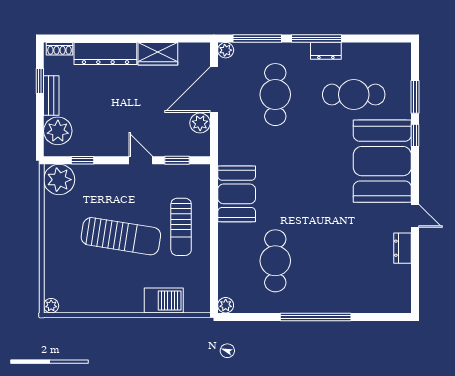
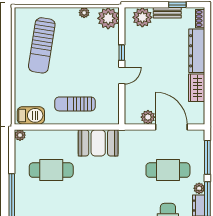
plant: (226, 50) -> (199, 188), moved
window: (83, 160) -> (122, 53), moved
window: (177, 160) -> (122, 101), removed
sun lounger: (121, 236) -> (42, 45), moved
barbecue: (164, 300) -> (31, 115), moved, turned -90
plant: (51, 306) -> (84, 13), moved

